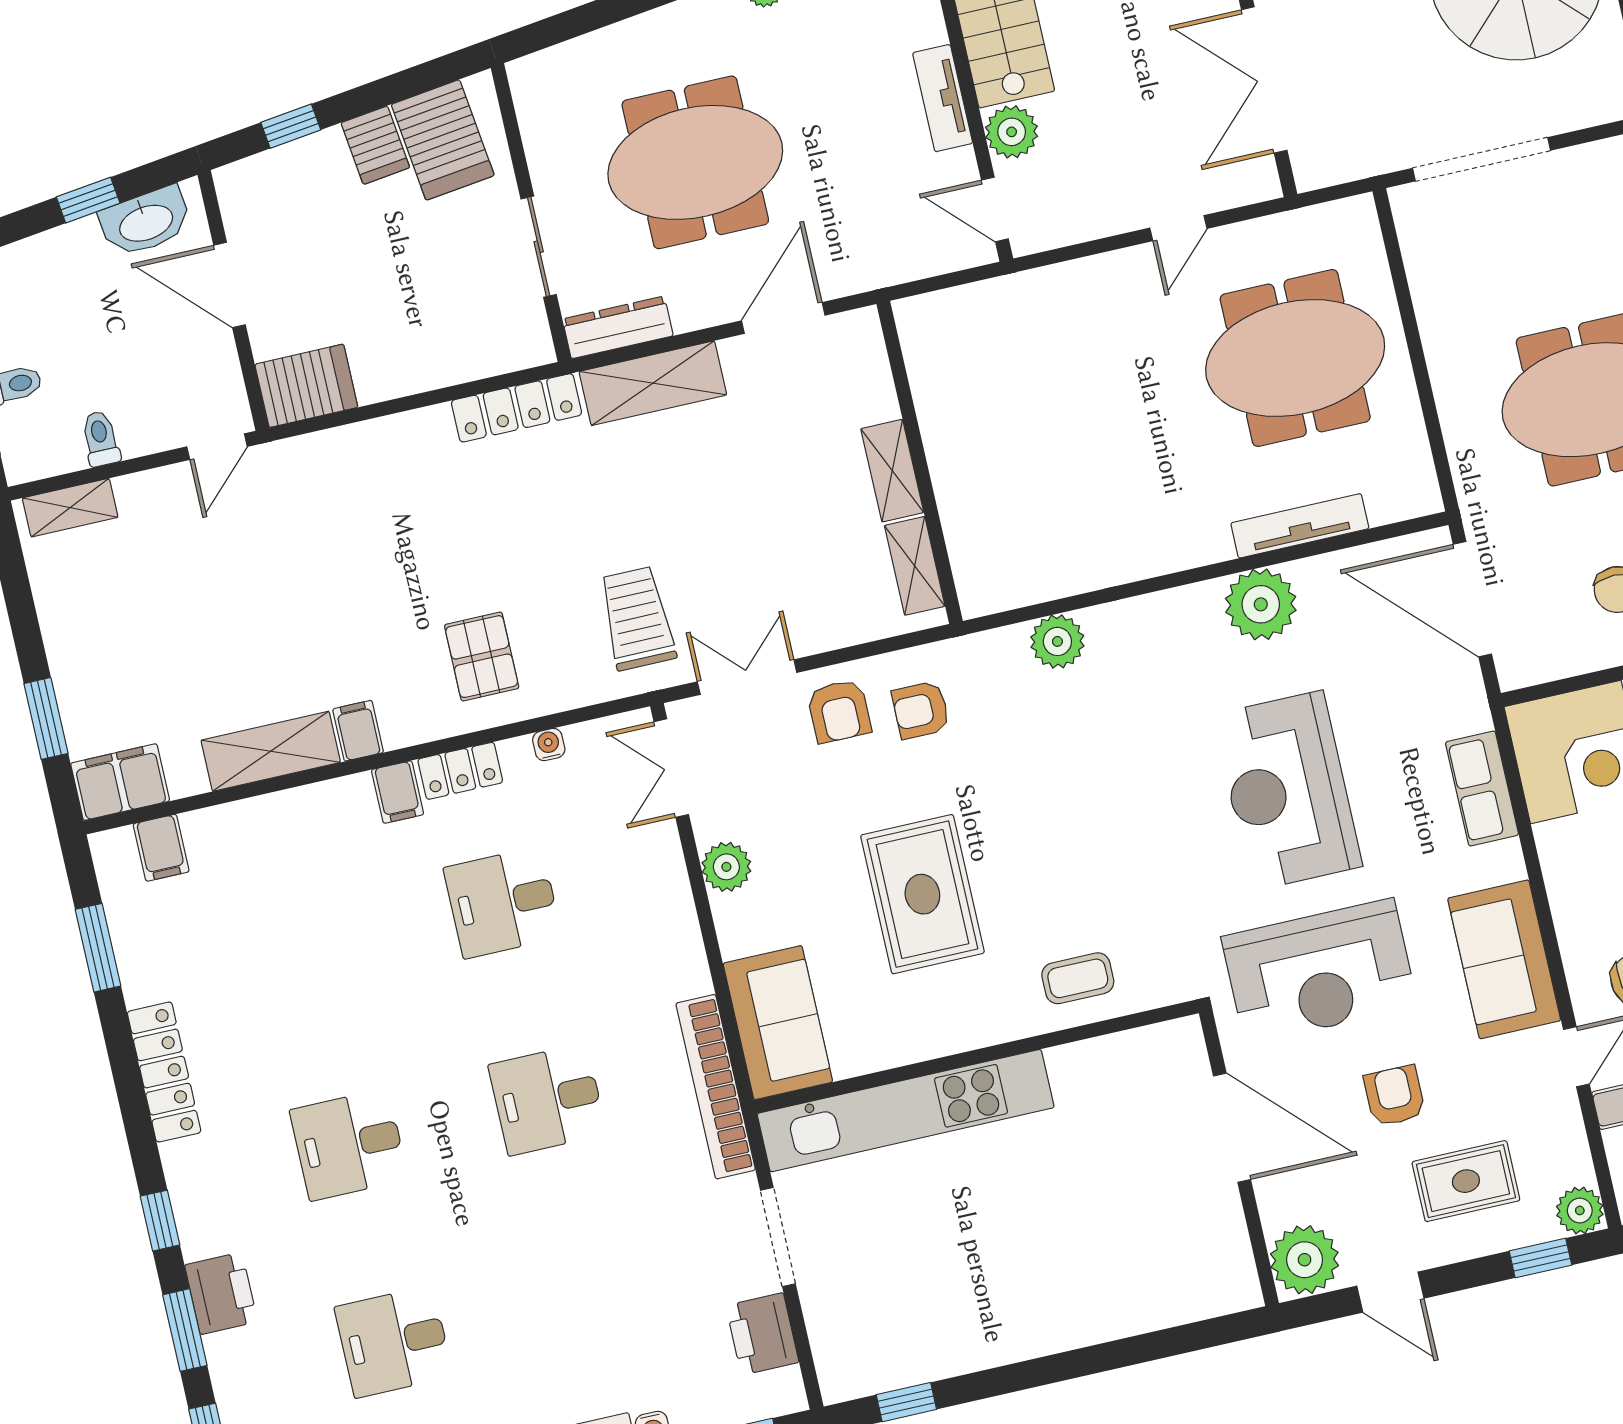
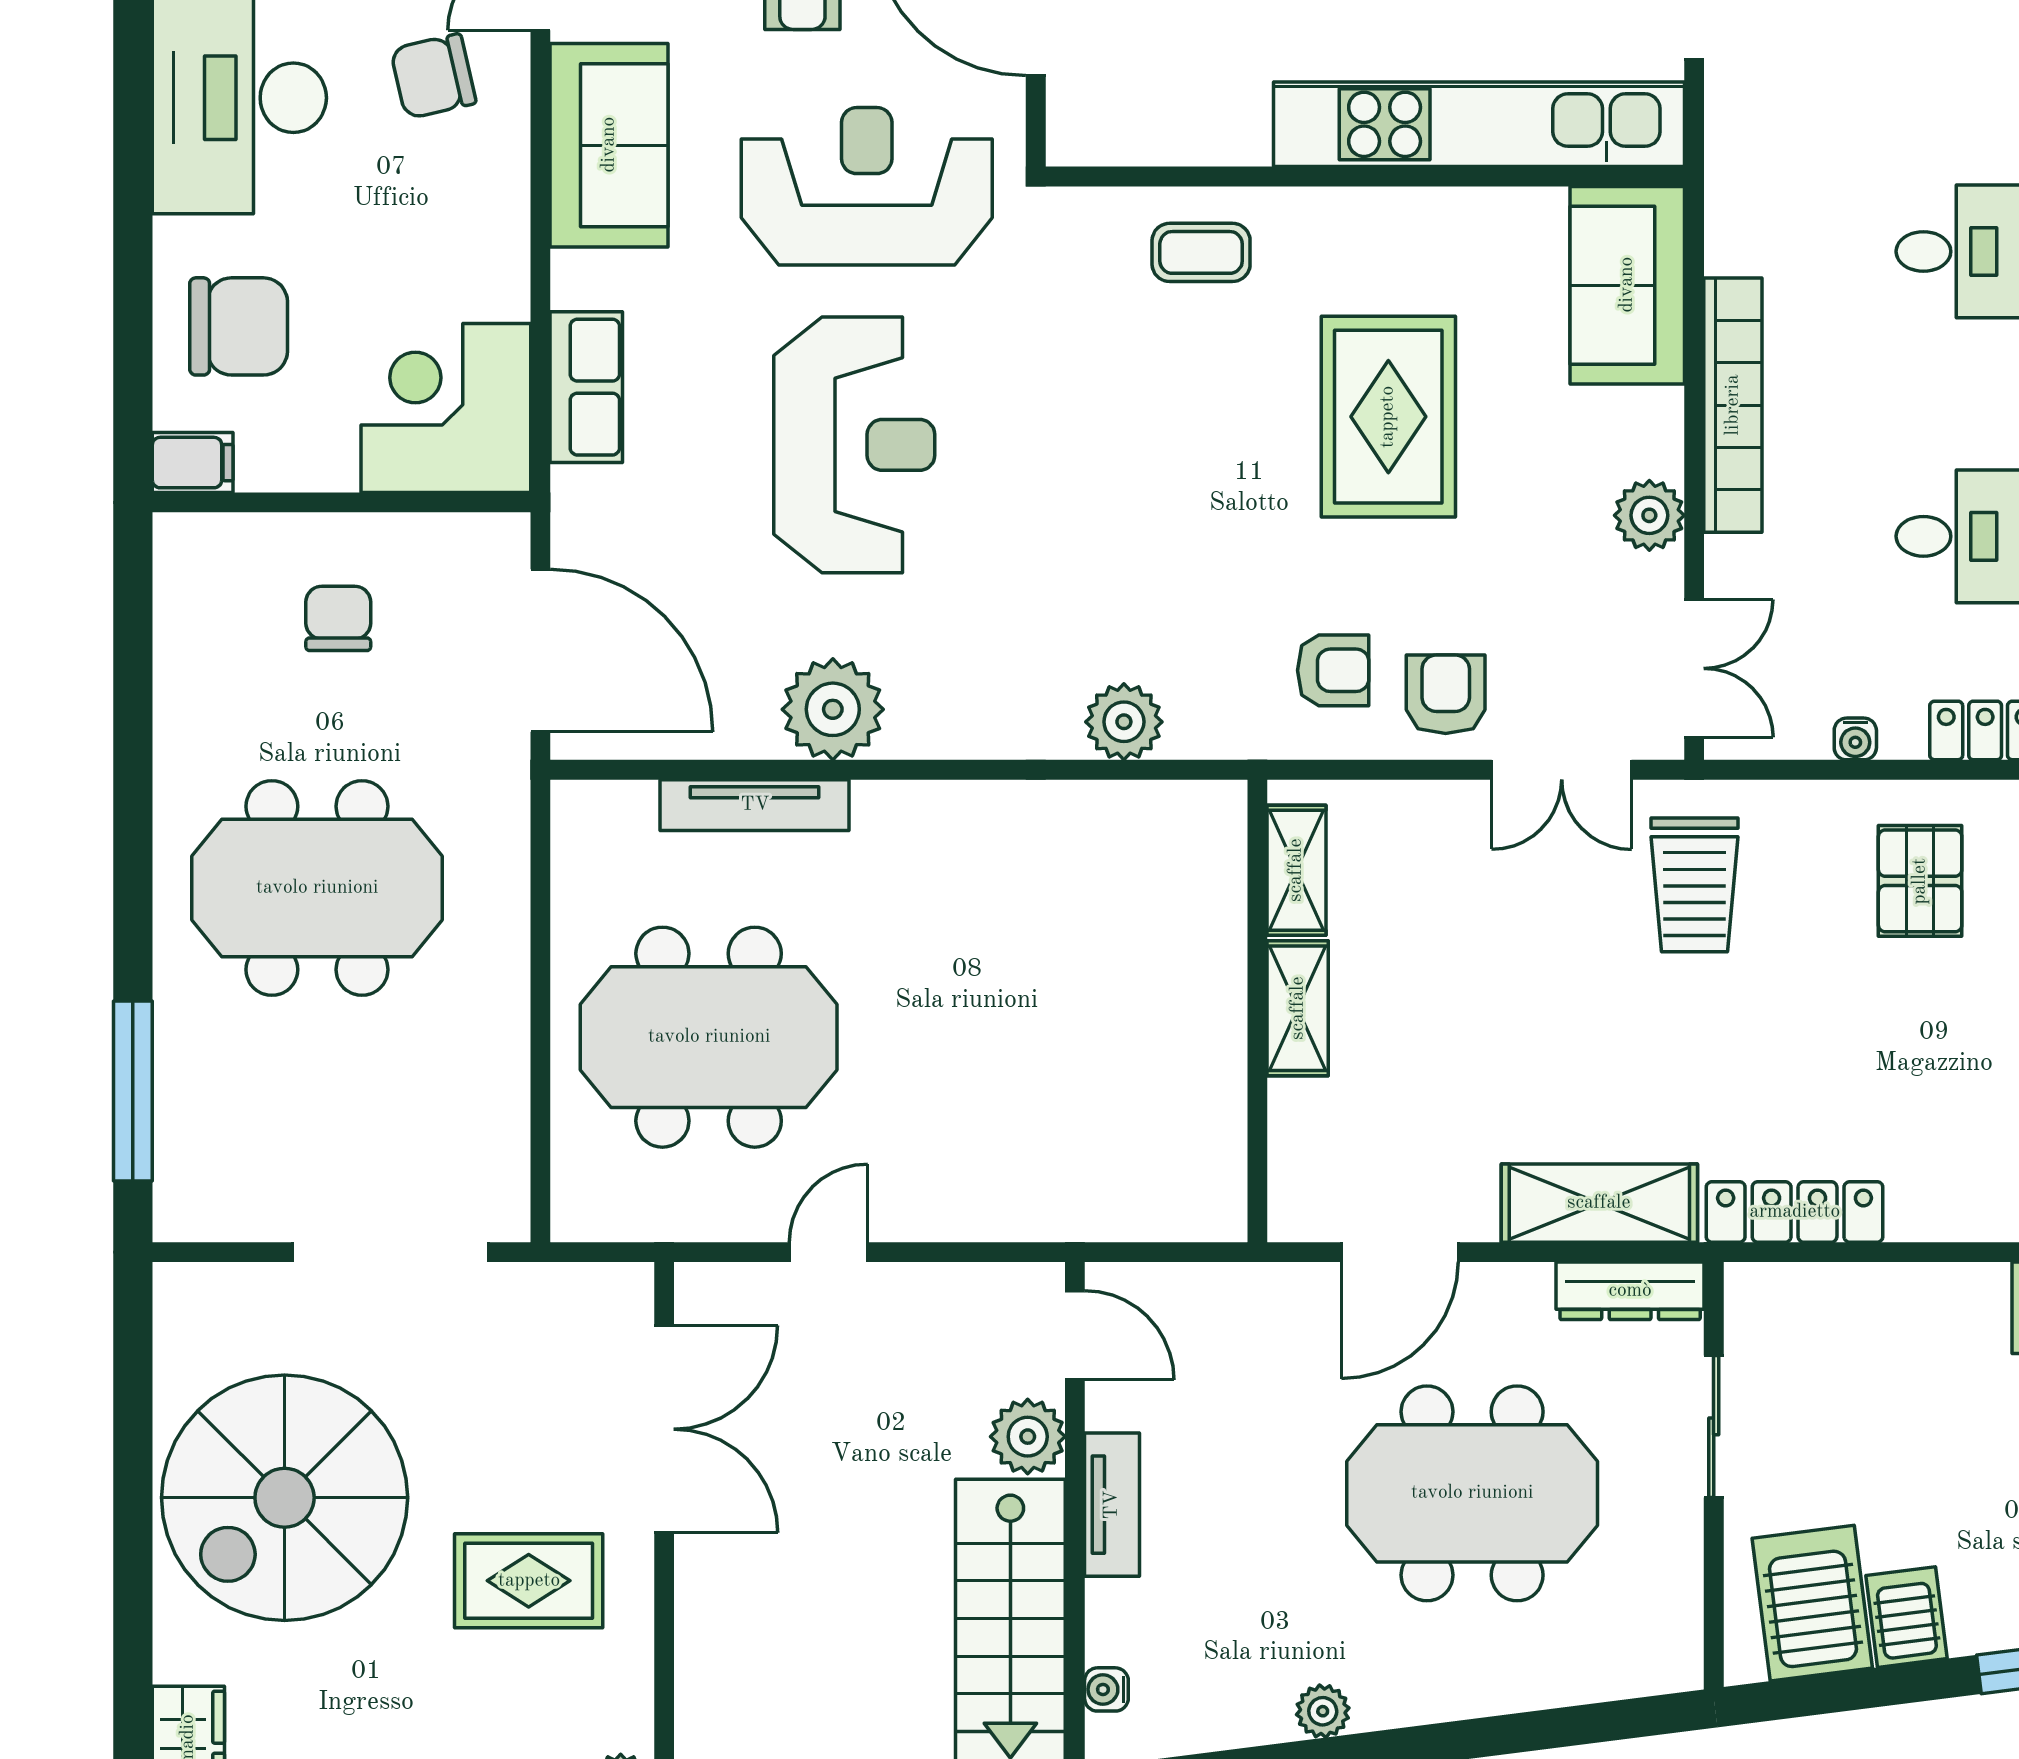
bookcase: (716, 1087) -> (1733, 405), moved

